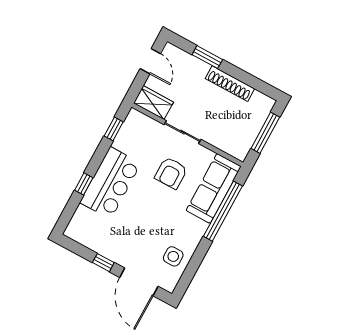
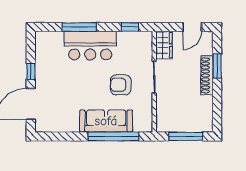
shoe rack: (230, 84) -> (207, 75), moved
window: (84, 184) -> (79, 27), width x2.17
sofa: (214, 188) -> (106, 121), moved
side table: (173, 256) -> (62, 119), removed

